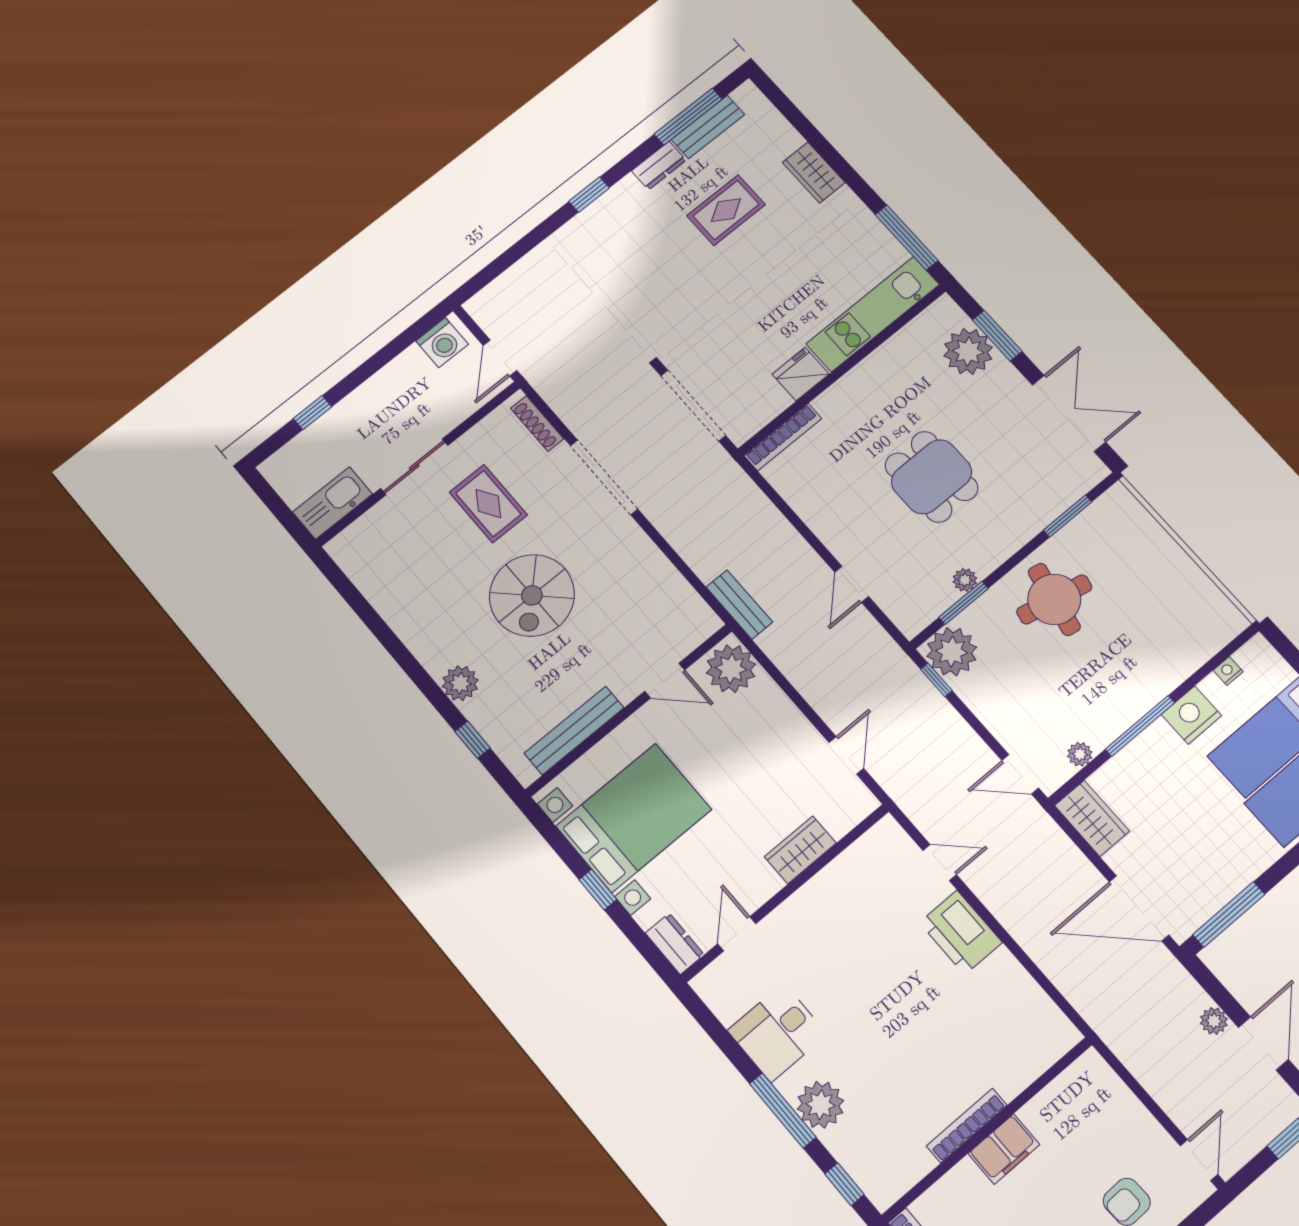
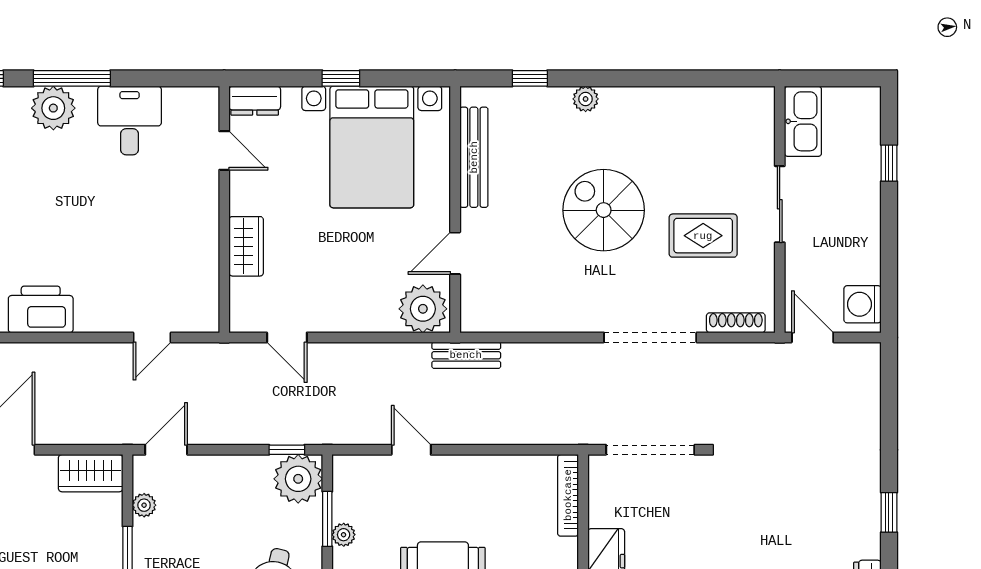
plant: (460, 683) -> (586, 99), width x0.73, depth x0.73
printer: (961, 932) -> (41, 309), moved

